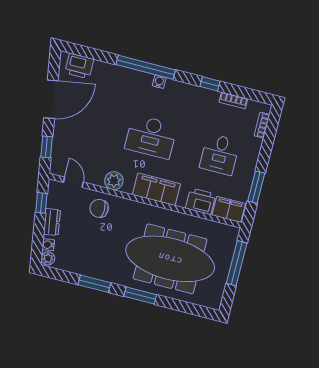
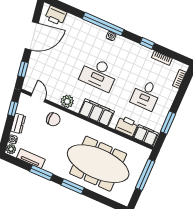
chair: (99, 208) -> (53, 119), turned 180
tv unit: (77, 267) -> (31, 159), added

